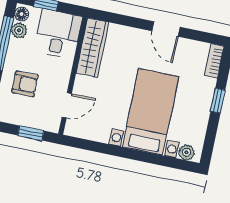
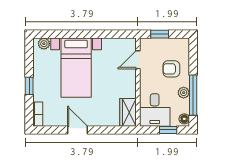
plant: (19, 30) -> (184, 93), moved
wardrobe: (92, 48) -> (128, 112), width x0.67

